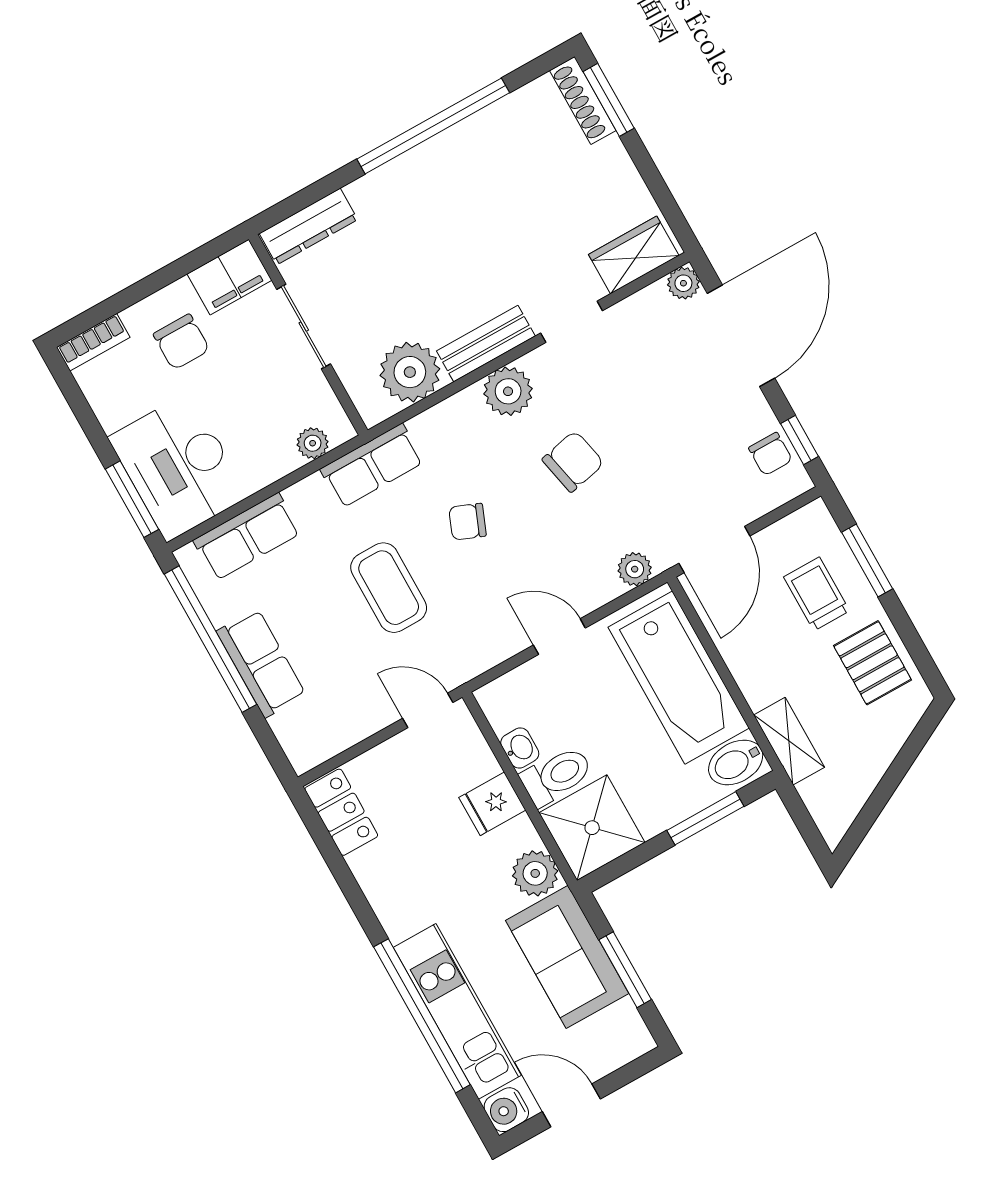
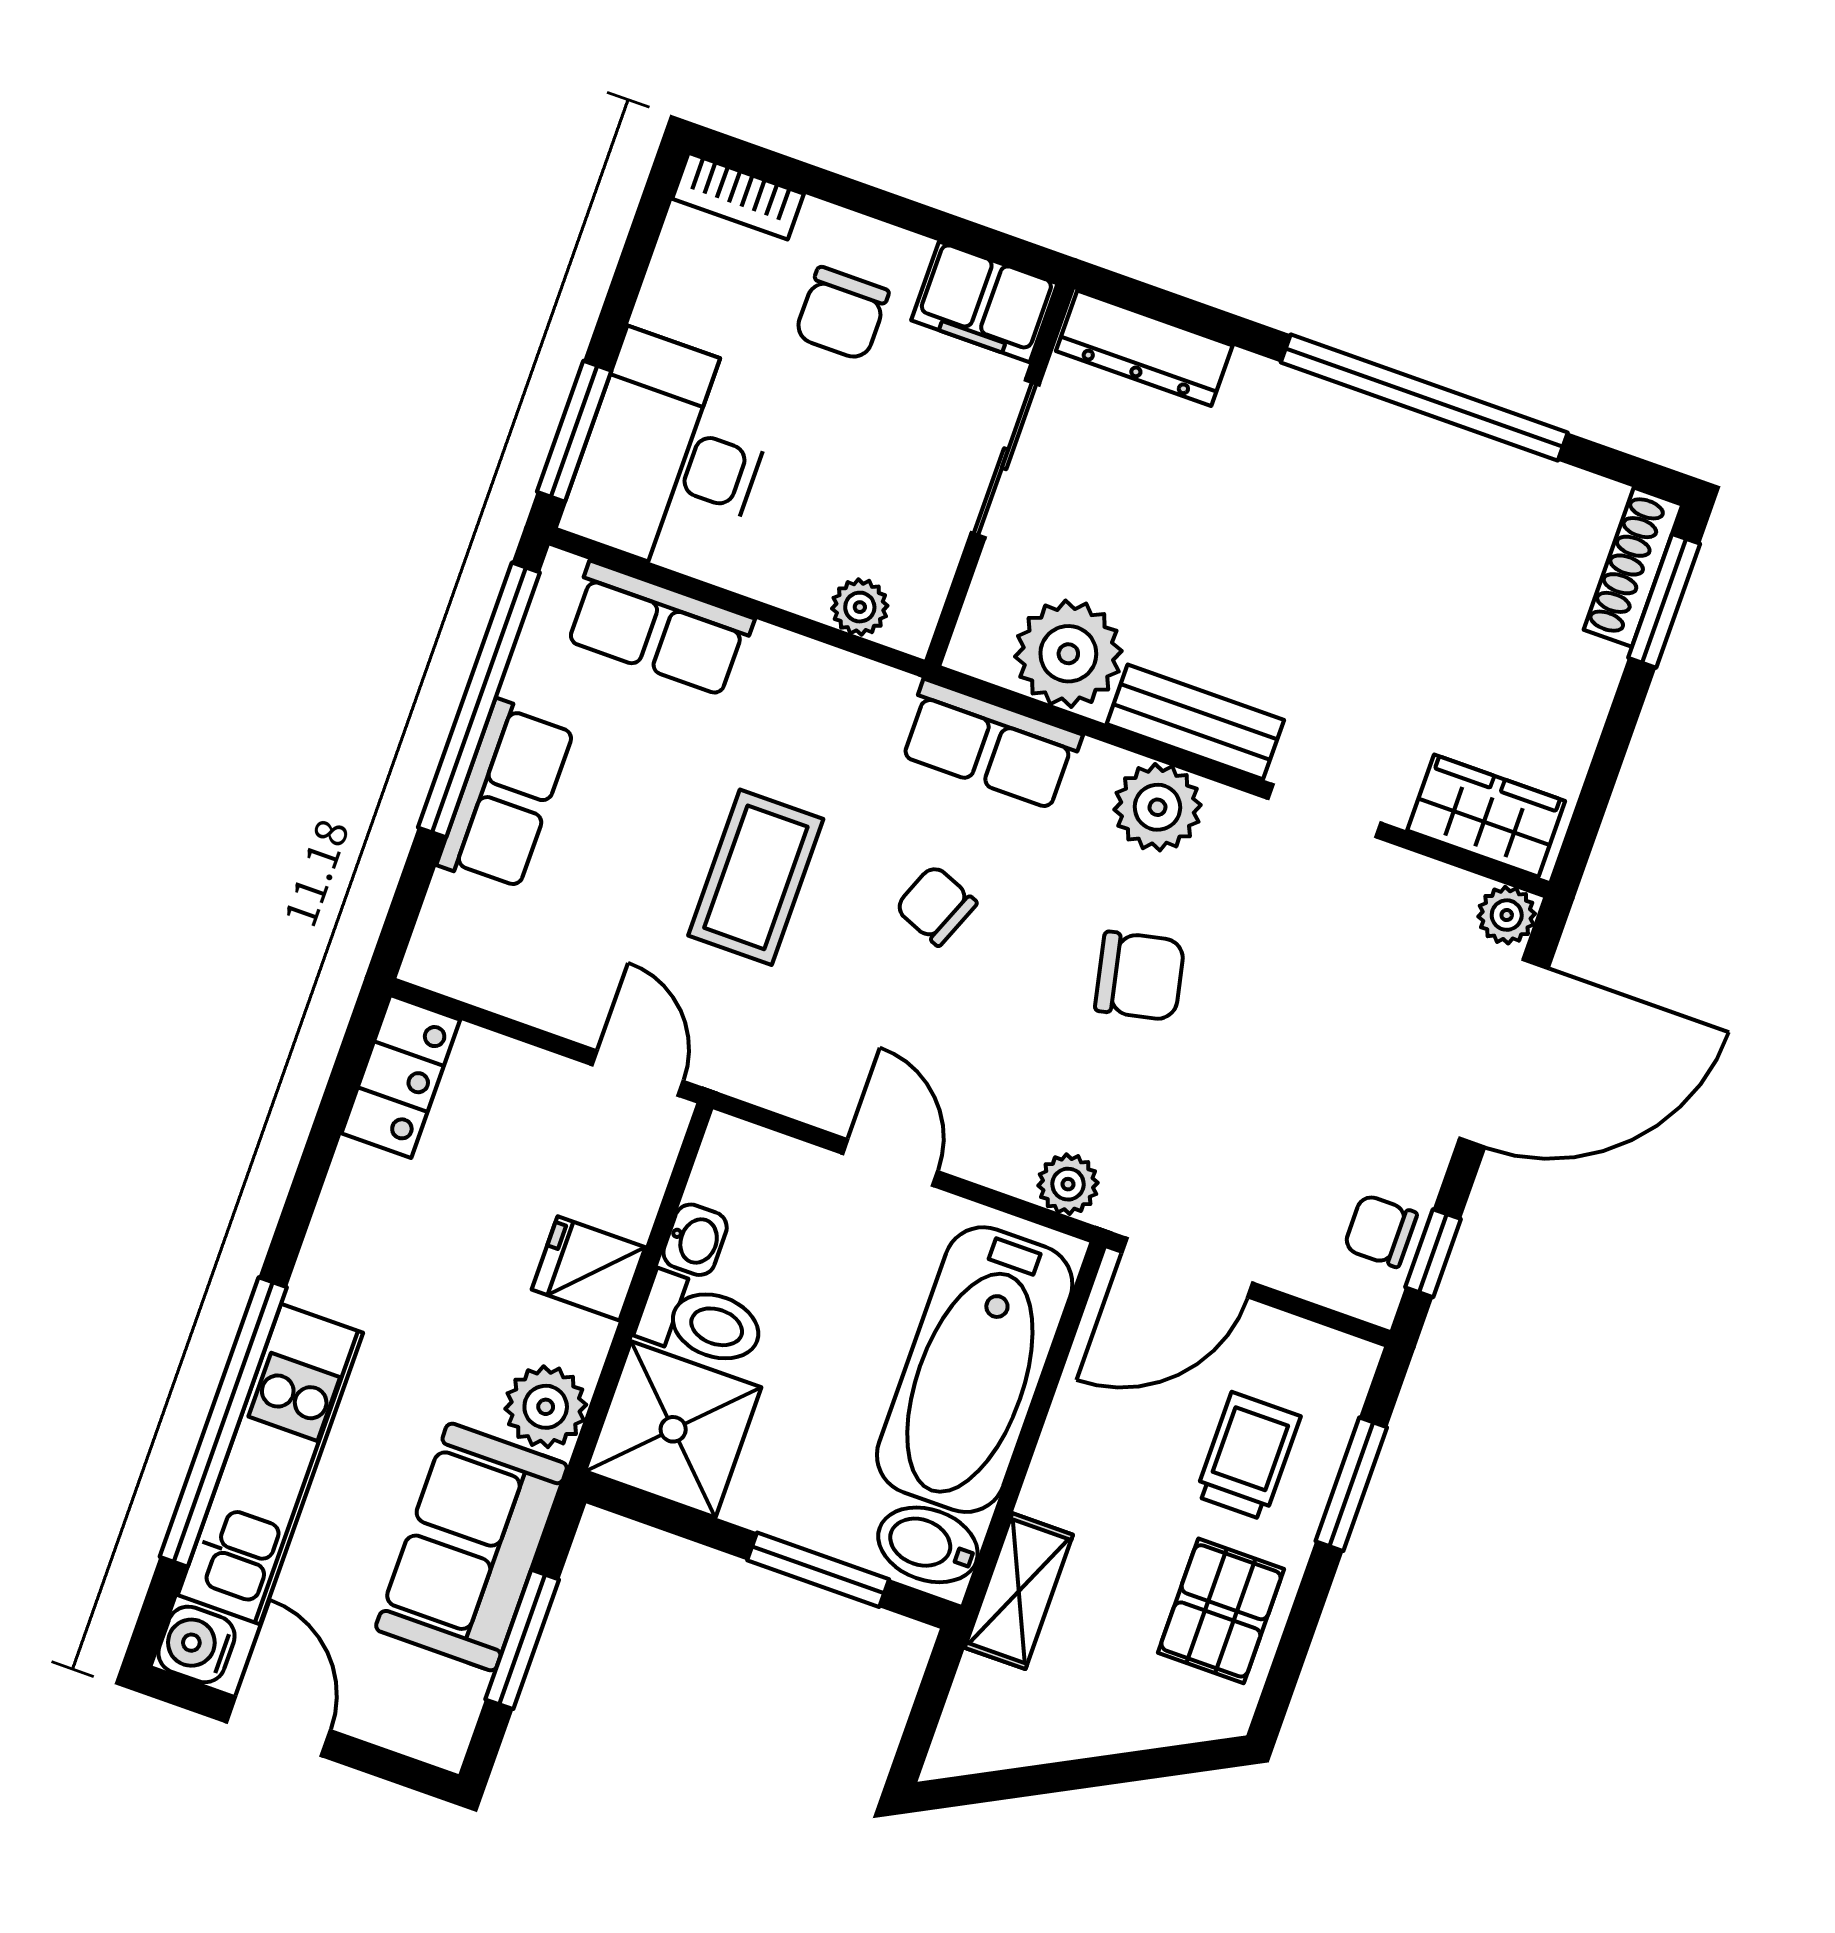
chair: (770, 454) -> (1380, 1231), turned 90
row of seats: (372, 466) -> (990, 745), moved

